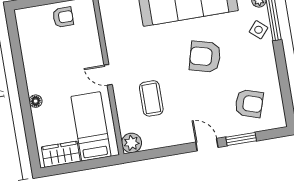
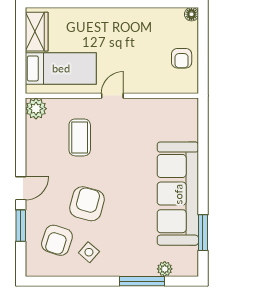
side table: (259, 30) -> (89, 252), moved
armchair: (205, 57) -> (87, 204), moved
coffee table: (151, 98) -> (80, 137), turned 90
floor lamp: (36, 101) -> (191, 14), moved

